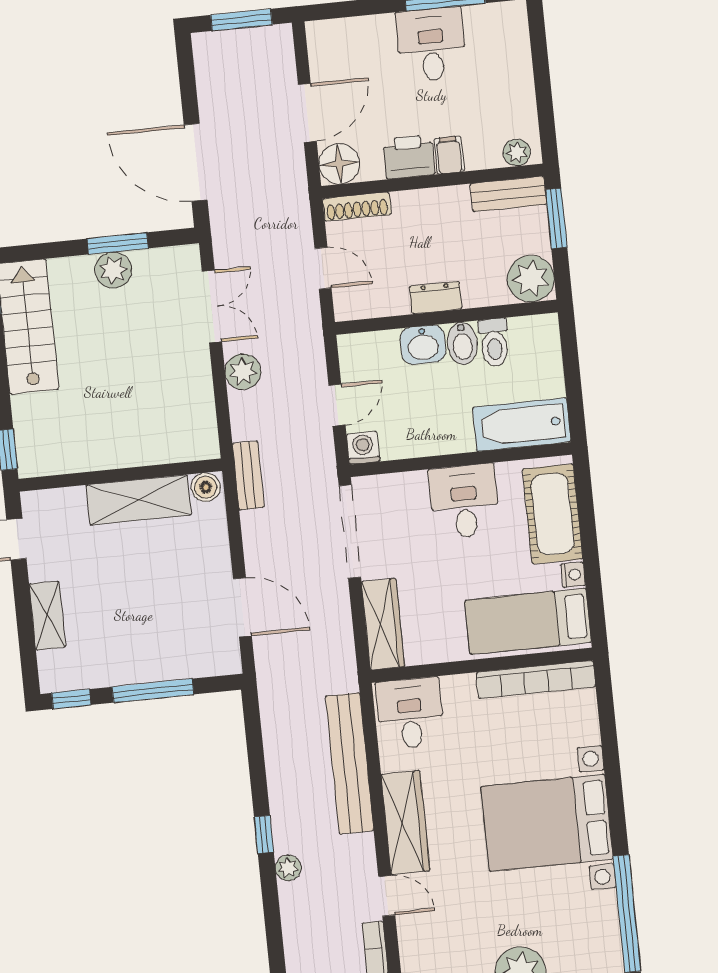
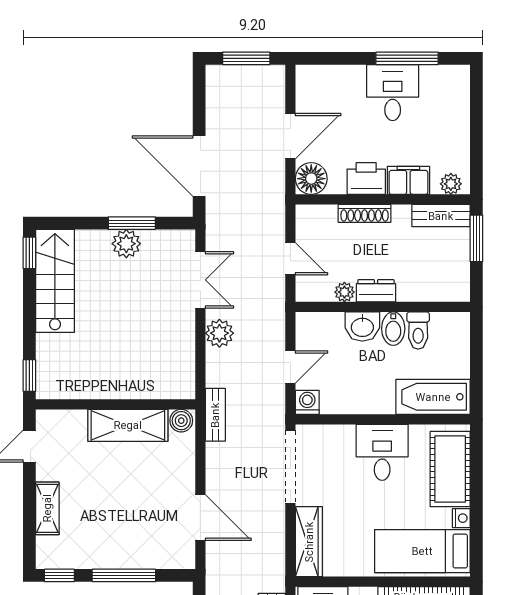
filing cabinet: (449, 155) -> (408, 180), width x2.00
shoe rack: (357, 207) -> (365, 213), moved
plant: (531, 279) -> (344, 292), moved, width x0.53, depth x0.53

